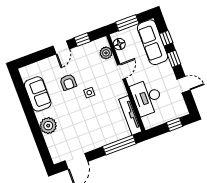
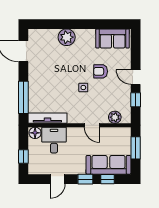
floor lamp: (119, 44) -> (35, 133), moved
sofa: (38, 94) -> (113, 38), moved
desk: (147, 97) -> (54, 140), width x0.73

